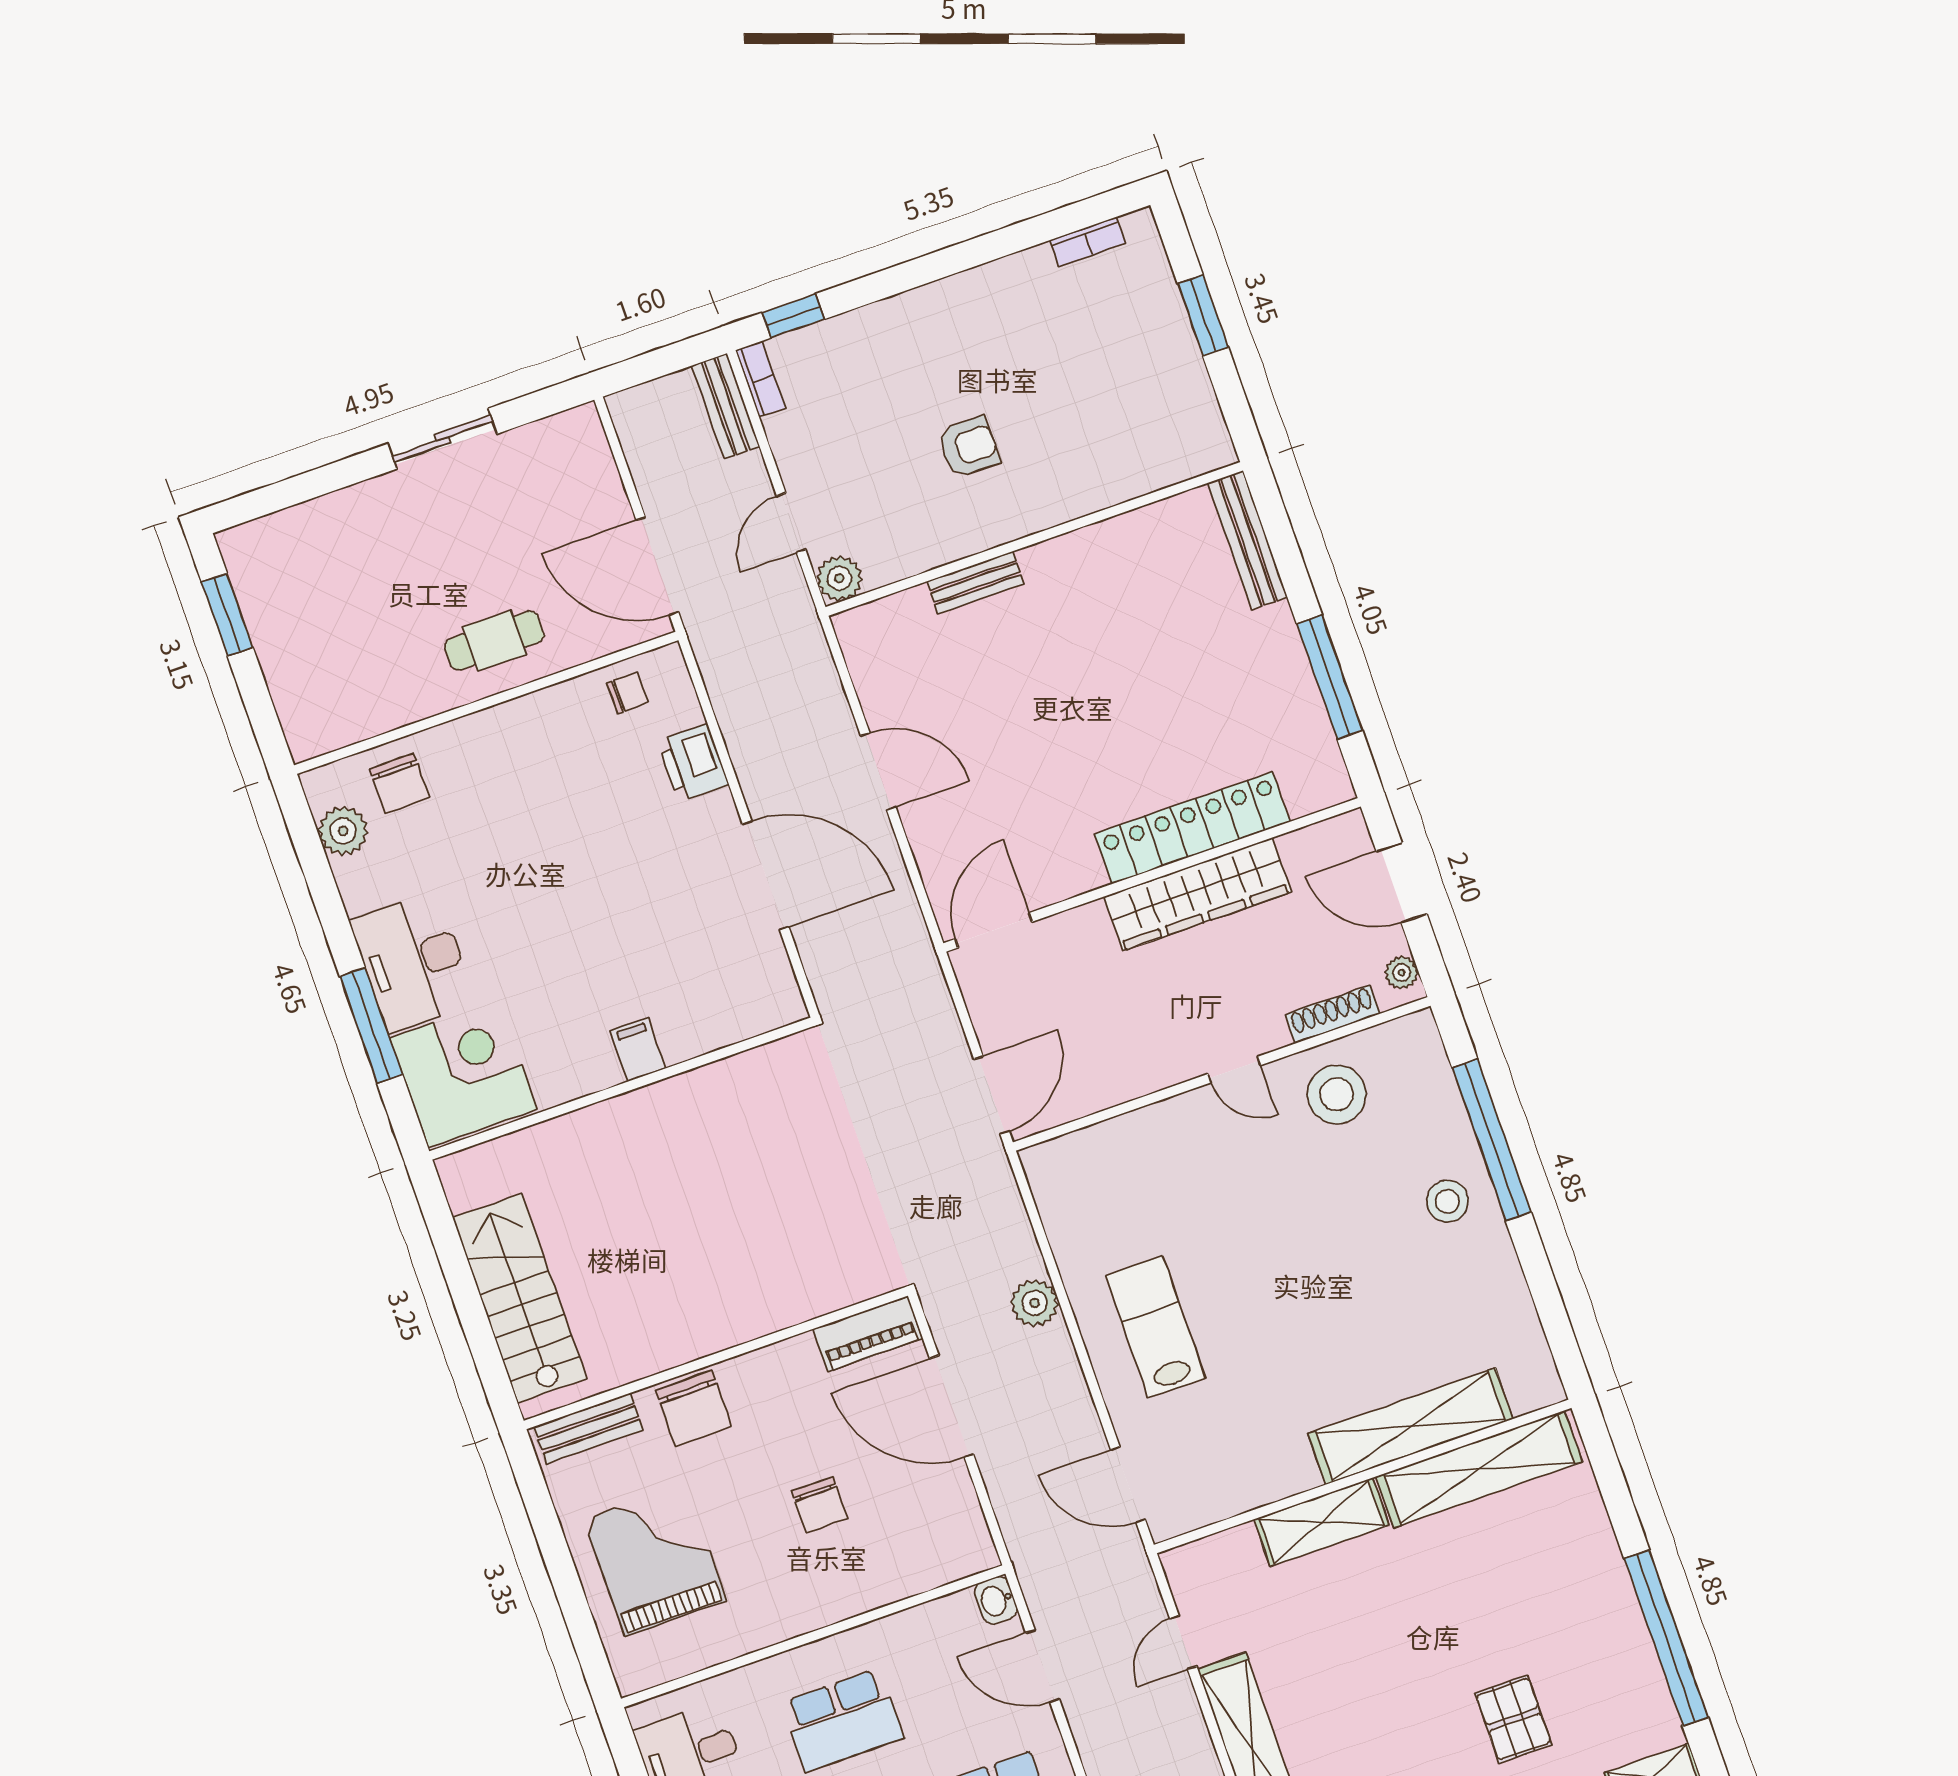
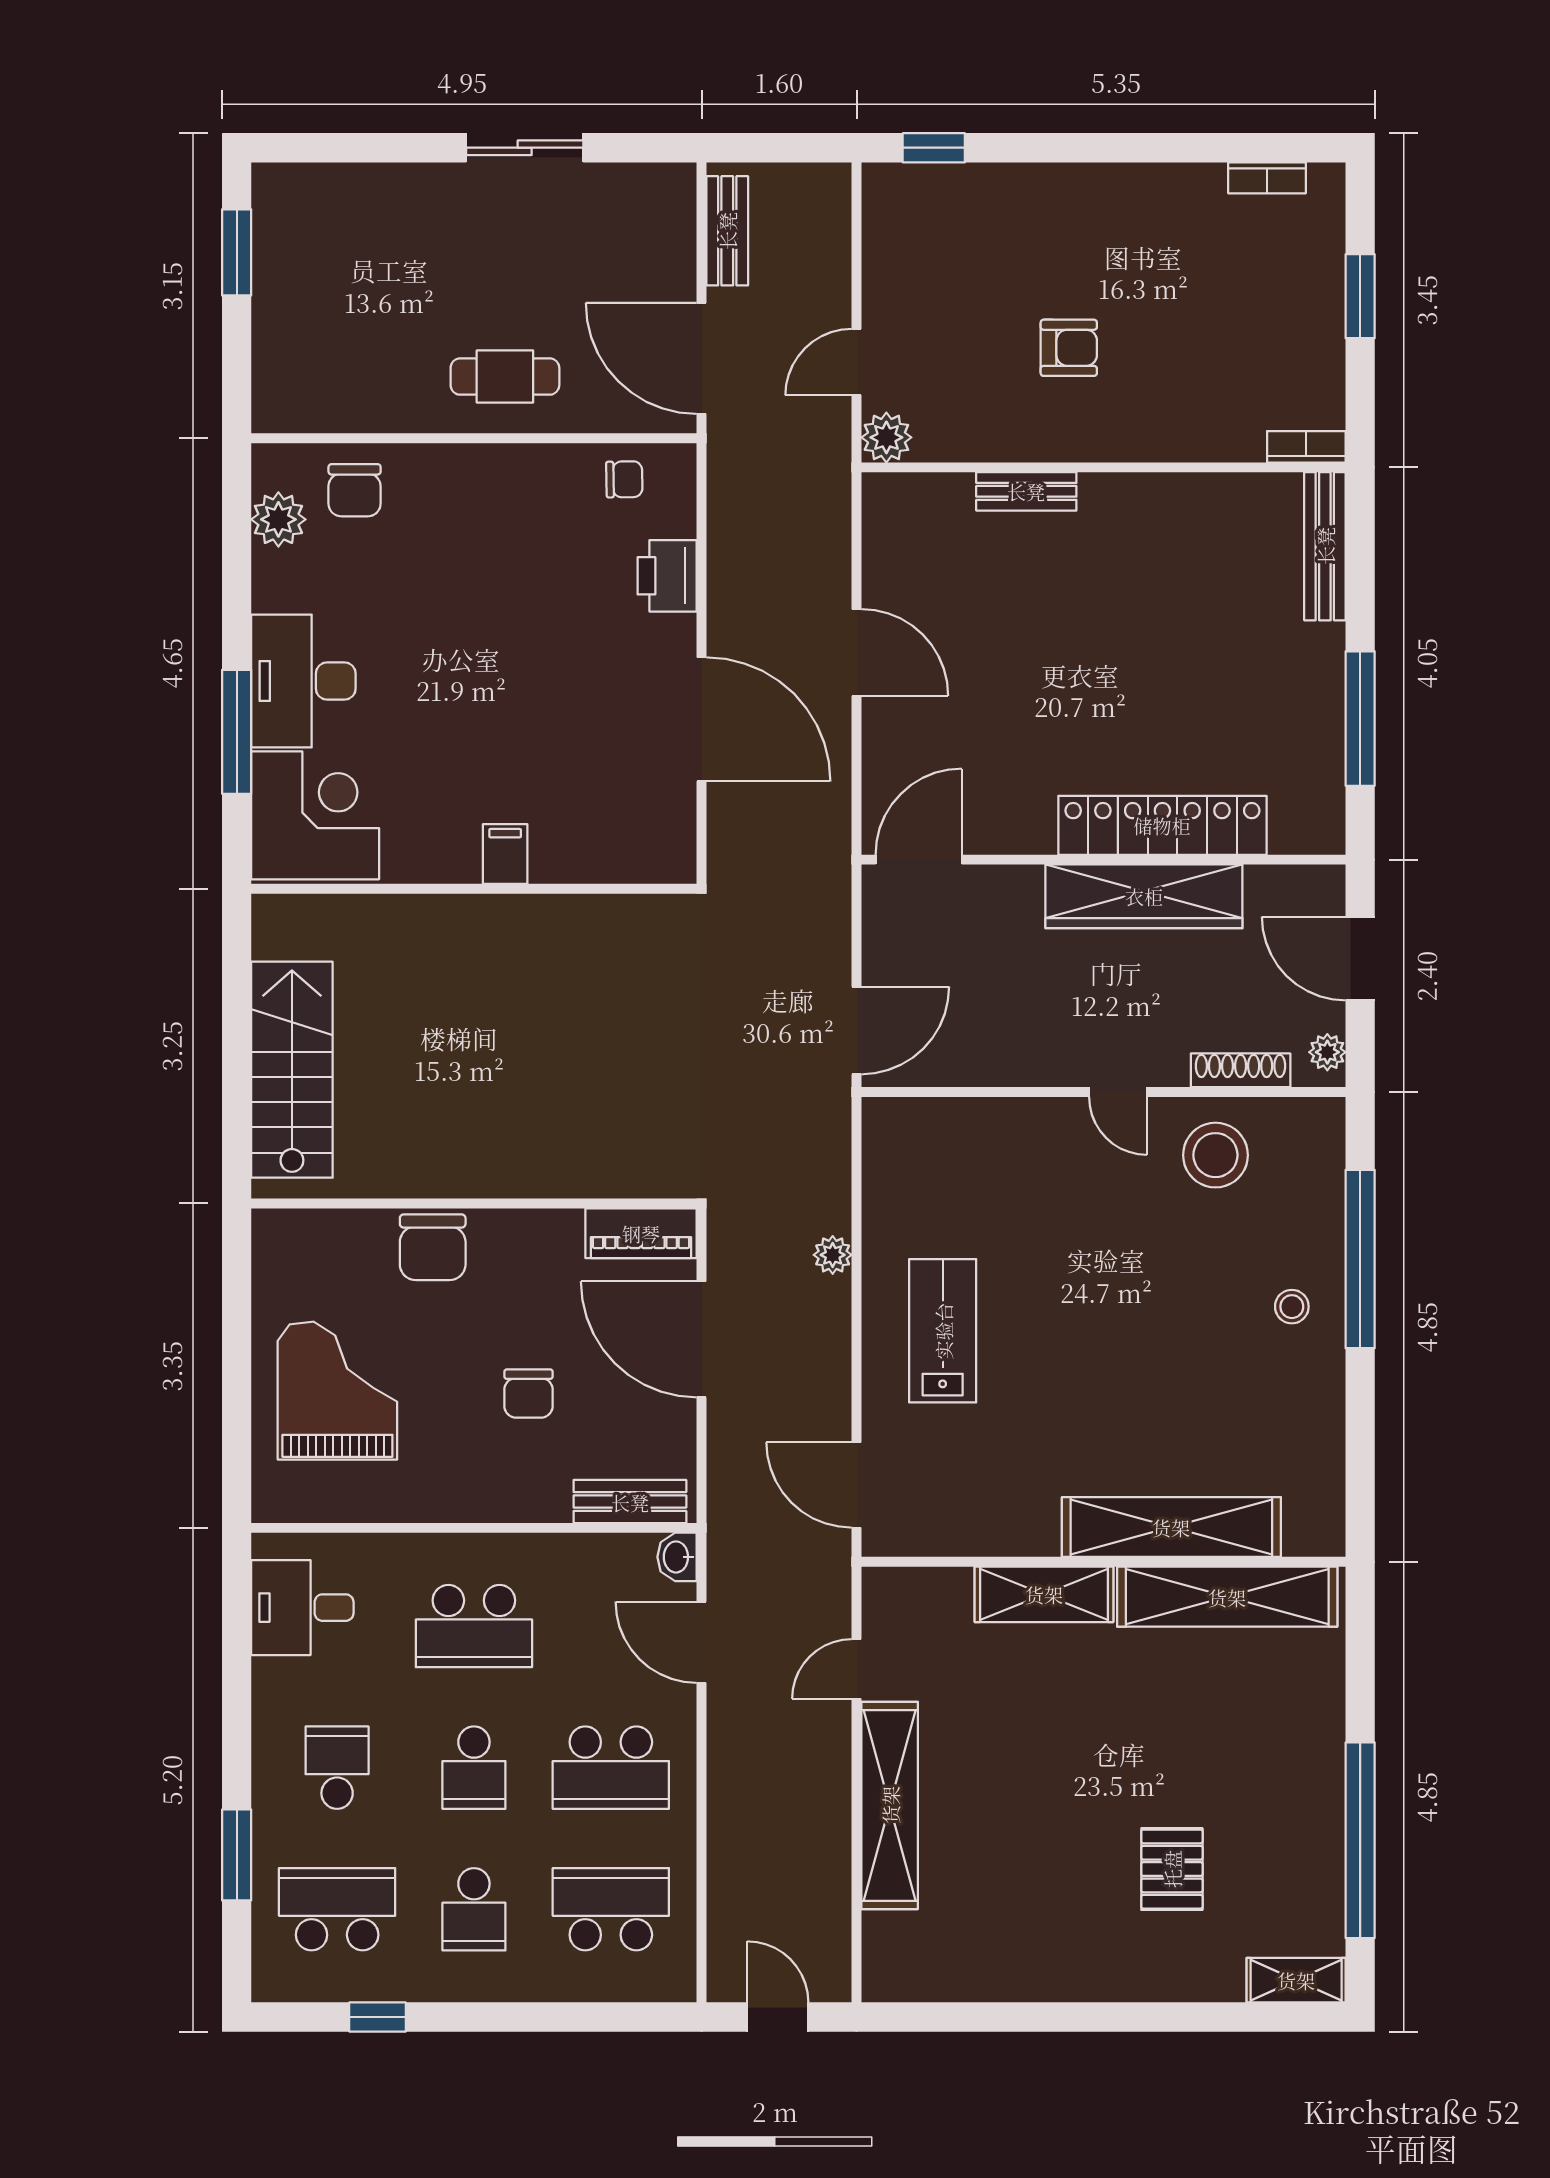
bookcase: (761, 379) -> (1306, 447), moved, turned -90
bench: (726, 406) -> (727, 231), moved
stool: (1447, 1201) -> (1292, 1307), width x0.73, depth x0.73
plant: (1035, 1303) -> (833, 1255), width x0.73, depth x0.73
bench: (588, 1428) -> (630, 1502), moved

